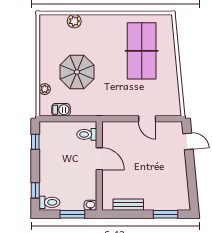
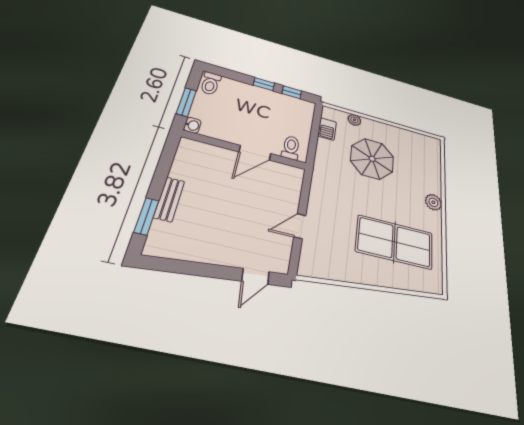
plant: (74, 21) -> (433, 202), moved
window: (35, 190) -> (264, 84), moved
bench: (128, 205) -> (169, 199), moved

